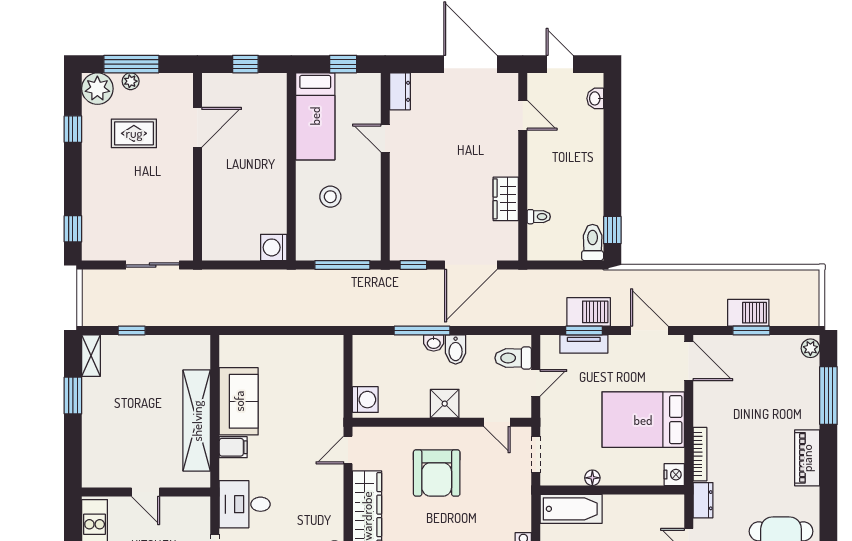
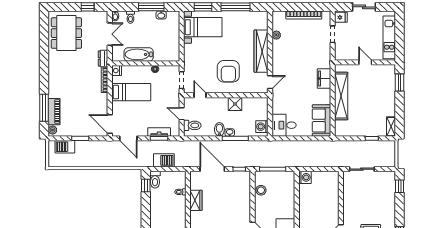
stool: (330, 197) -> (261, 190), moved
door: (471, 265) -> (212, 169), hinge flipped
barbecue: (589, 312) -> (164, 160), moved, turned 180
barbecue: (748, 313) -> (65, 147), moved
door: (536, 383) -> (182, 114), hinge flipped
window: (73, 396) -> (399, 82), moved
washing machine: (365, 400) -> (262, 127), moved
sofa: (239, 401) -> (321, 120), moved
shower: (445, 404) -> (235, 104), moved
bed: (643, 420) -> (131, 92), width x0.67
filing cabinet: (233, 447) -> (324, 79), width x2.00
piano: (807, 458) -> (54, 112), moved
armchair: (437, 473) -> (228, 71), turned 180
desk: (245, 504) -> (284, 125), moved, turned 180
bathtub: (571, 509) -> (139, 54), moved

